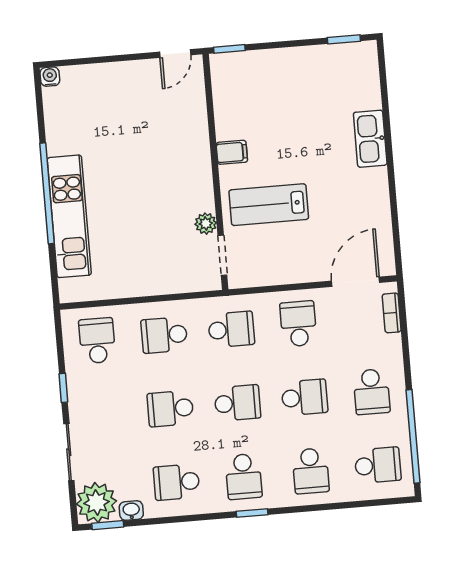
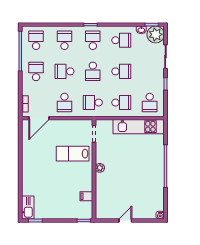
door: (175, 53) -> (125, 221), moved
kitchen sink: (370, 139) -> (28, 207), moved
filing cabinet: (232, 152) -> (86, 196), moved
lab bench: (269, 205) -> (73, 154), turned 180
kitchen unit: (69, 216) -> (139, 127), moved, turned -90
plant: (206, 224) -> (100, 168), moved
school desk: (237, 403) -> (93, 71), turned -90
school desk: (378, 465) -> (36, 40), turned 90

